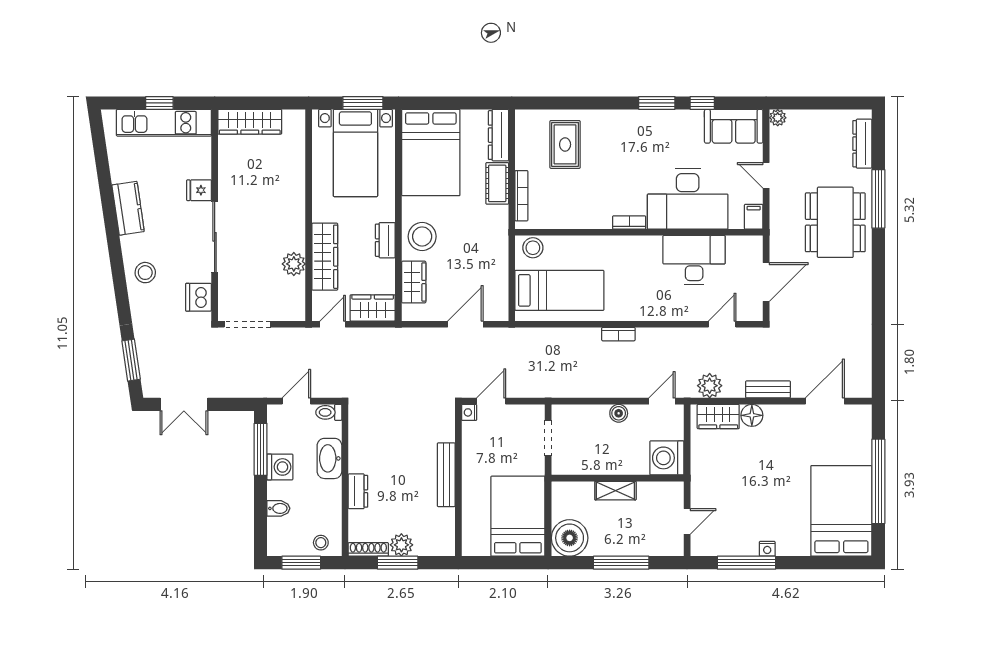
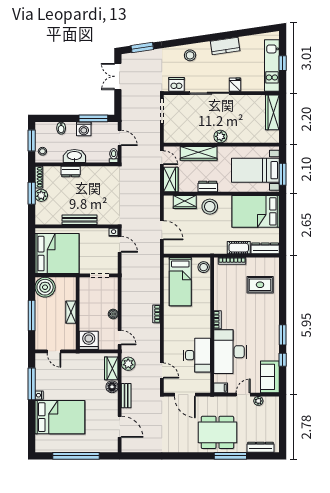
plant: (778, 118) -> (258, 401), moved
plant: (294, 264) -> (220, 136), moved
washbasin: (329, 458) -> (74, 156), moved
bed: (841, 511) -> (60, 417), moved
bed: (518, 516) -> (57, 254), width x1.36

